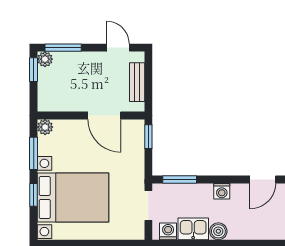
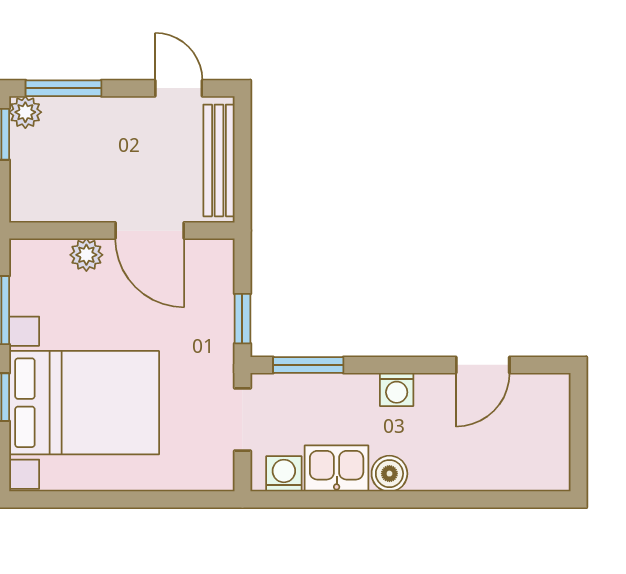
bench: (137, 82) -> (219, 160), width x1.36
plant: (45, 127) -> (86, 255), moved
window: (148, 137) -> (242, 319), moved

